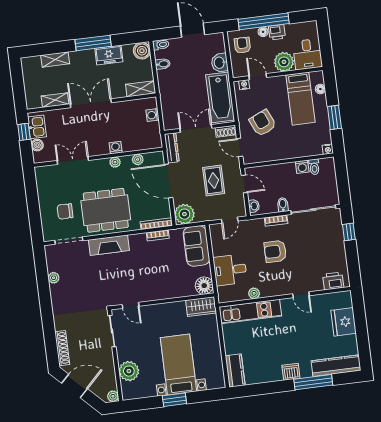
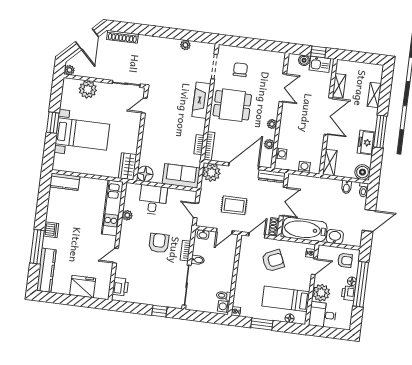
washing machine: (116, 148) -> (281, 154), moved
washing machine: (302, 167) -> (224, 306), moved
dining table: (106, 210) -> (232, 105), width x0.73

